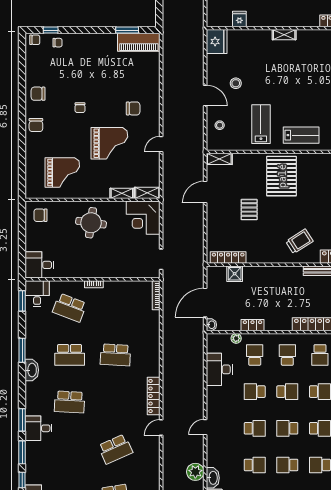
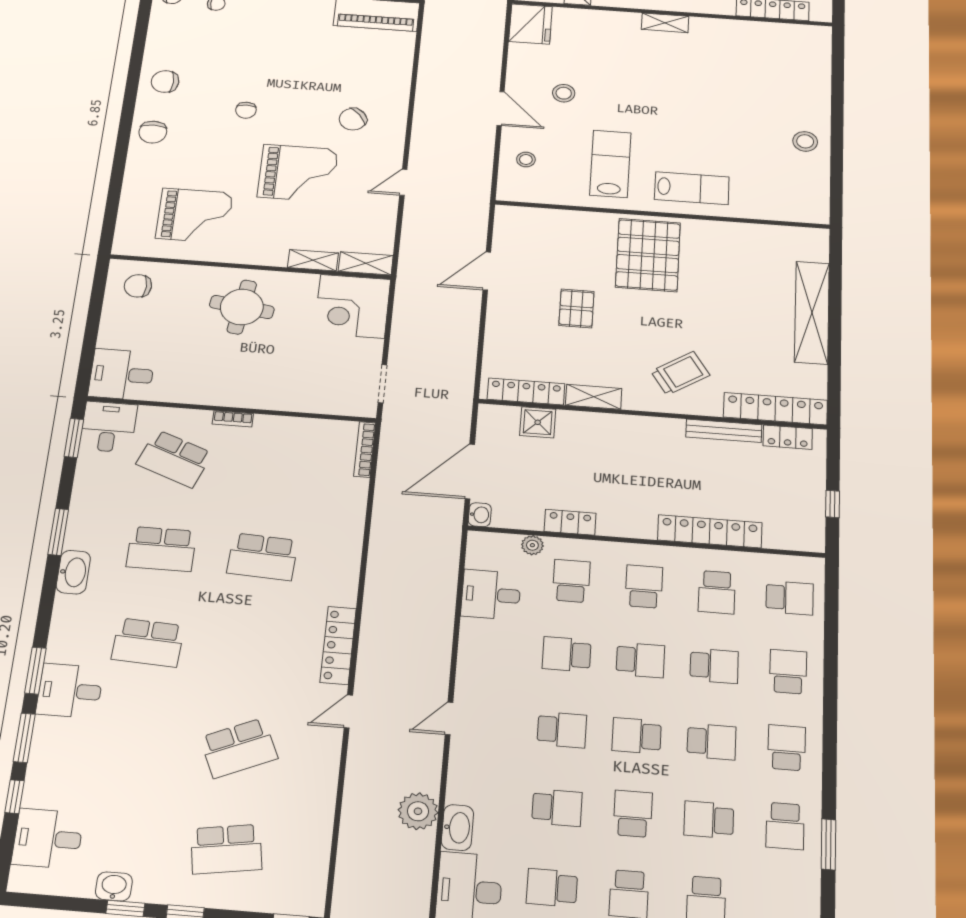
chair: (133, 108) -> (353, 119), turned 139
shelving: (219, 159) -> (594, 397), moved
desk: (219, 369) -> (491, 595), width x0.73
school desk: (287, 465) -> (633, 814), turned 90

